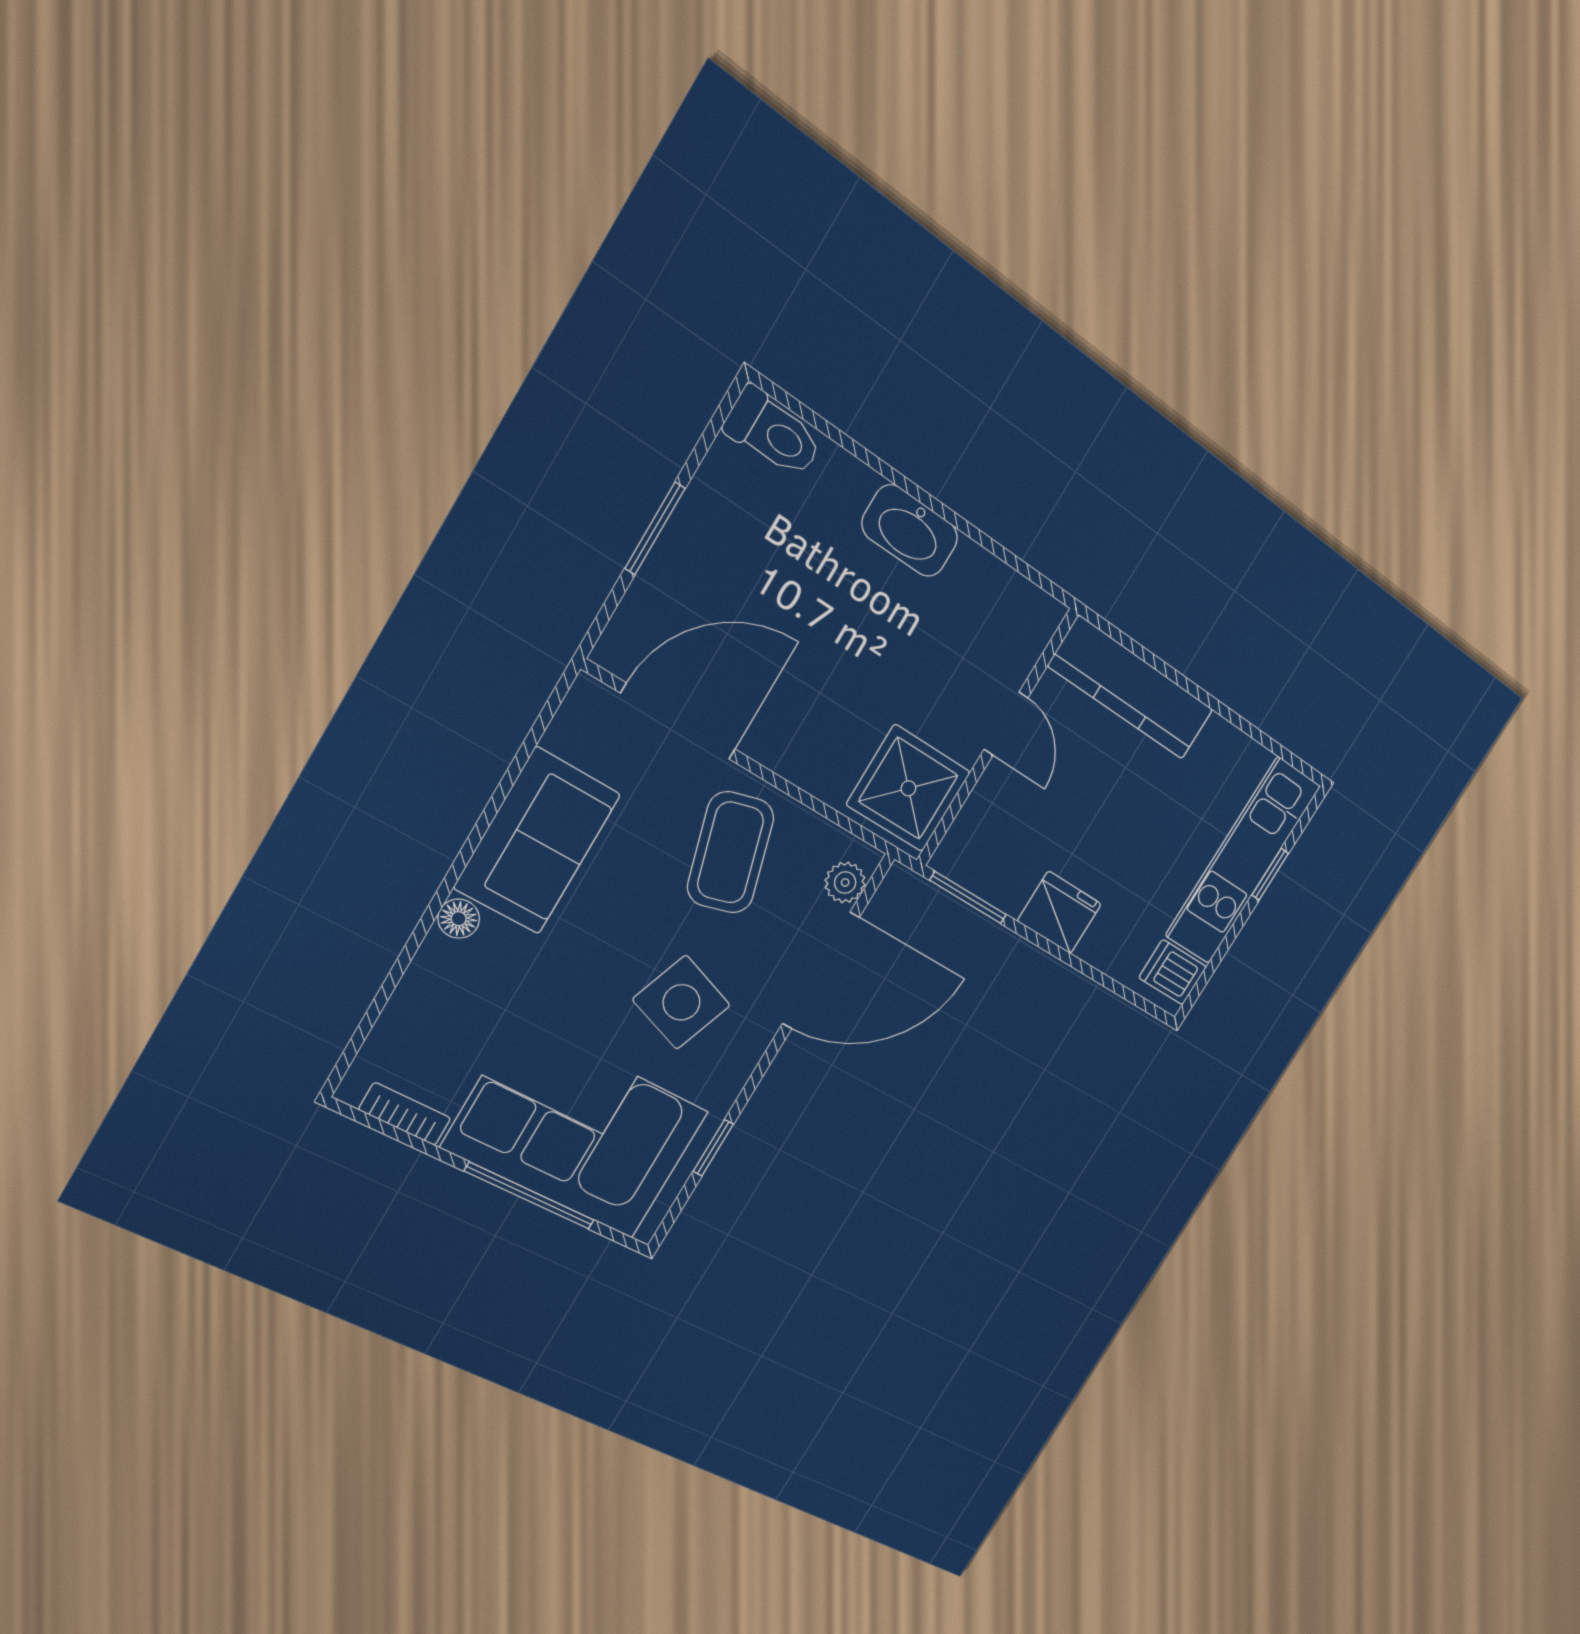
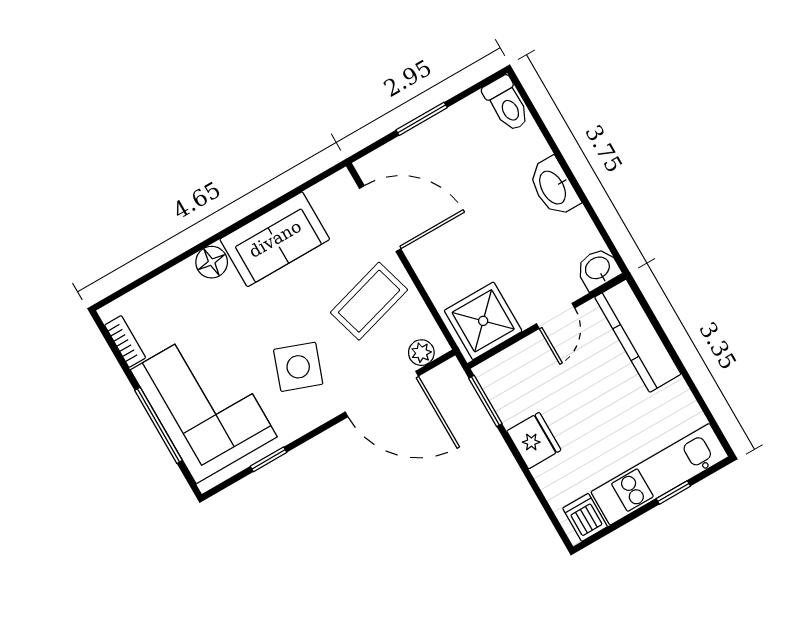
washbasin: (1032, 621) -> (598, 269), added
floor lamp: (459, 919) -> (212, 262), width x1.37, depth x1.37

